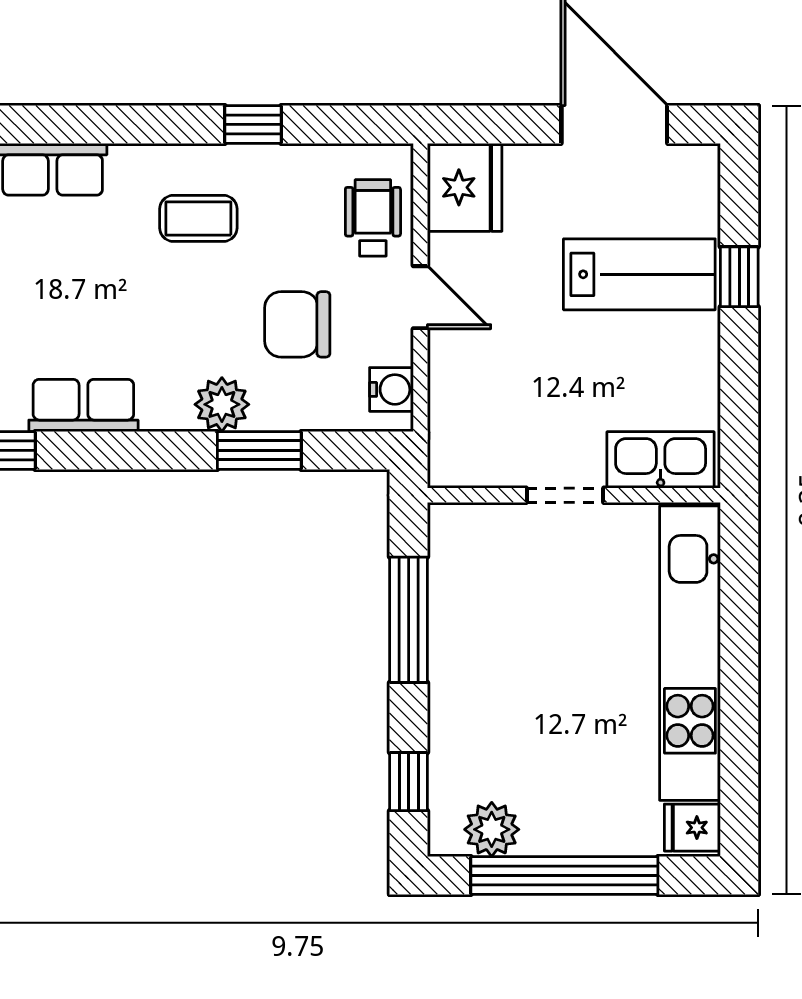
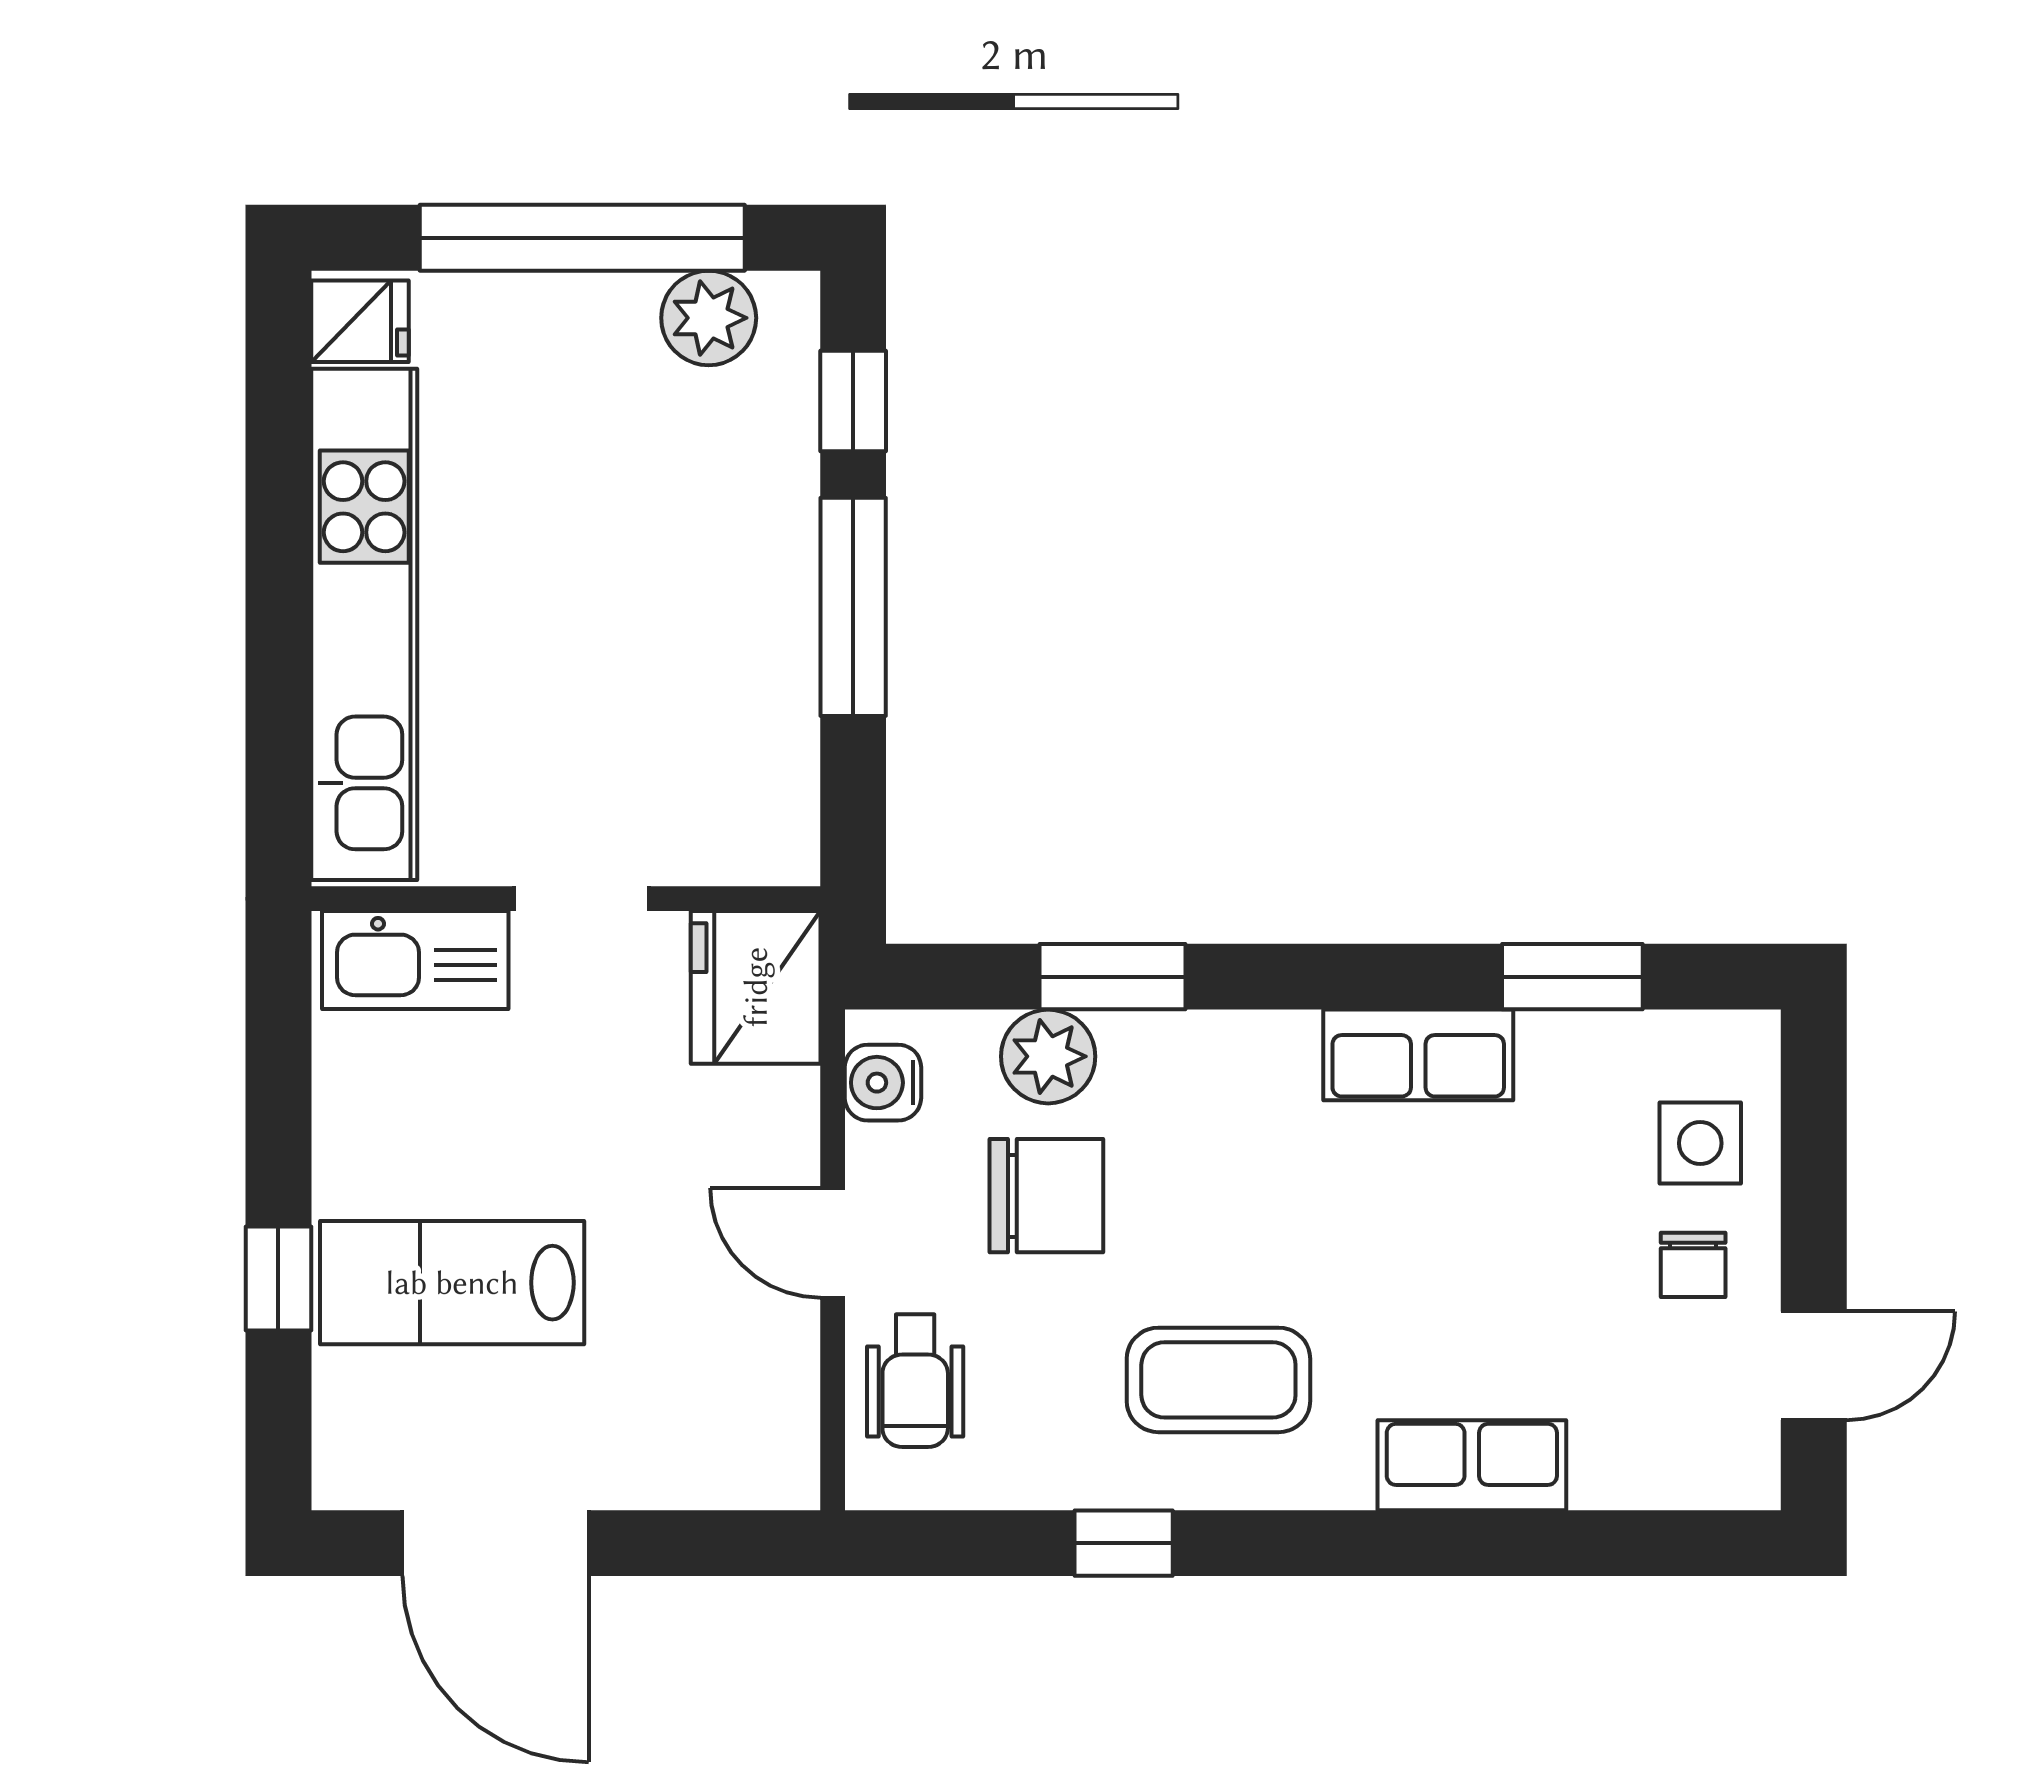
fridge: (465, 187) -> (756, 987), moved
coffee table: (198, 218) -> (1218, 1380), width x1.36, depth x1.30
plant: (222, 404) -> (1048, 1056), moved
window: (409, 620) -> (853, 607), moved

